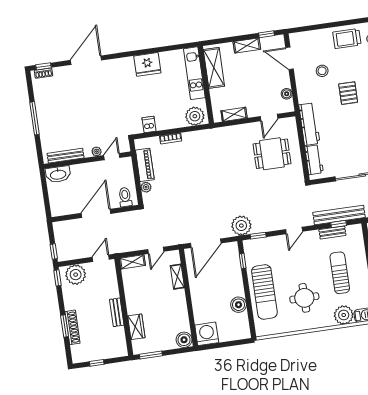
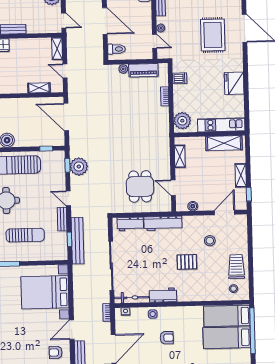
rug: (97, 94) -> (213, 35), added
plant: (241, 226) -> (79, 167), moved
bench: (332, 232) -> (62, 219), moved

